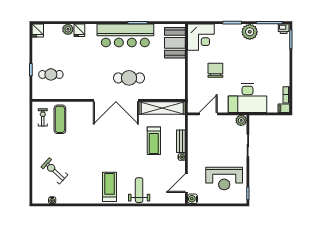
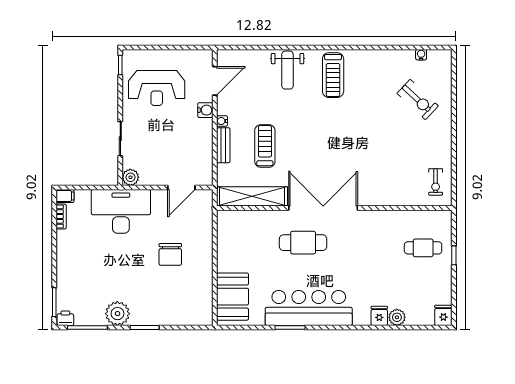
corner desk: (201, 37) -> (192, 305), removed
exercise mat: (60, 119) -> (409, 179), removed
reception desk: (224, 178) -> (157, 88), turned 180
water cooler: (193, 199) -> (205, 110), moved

